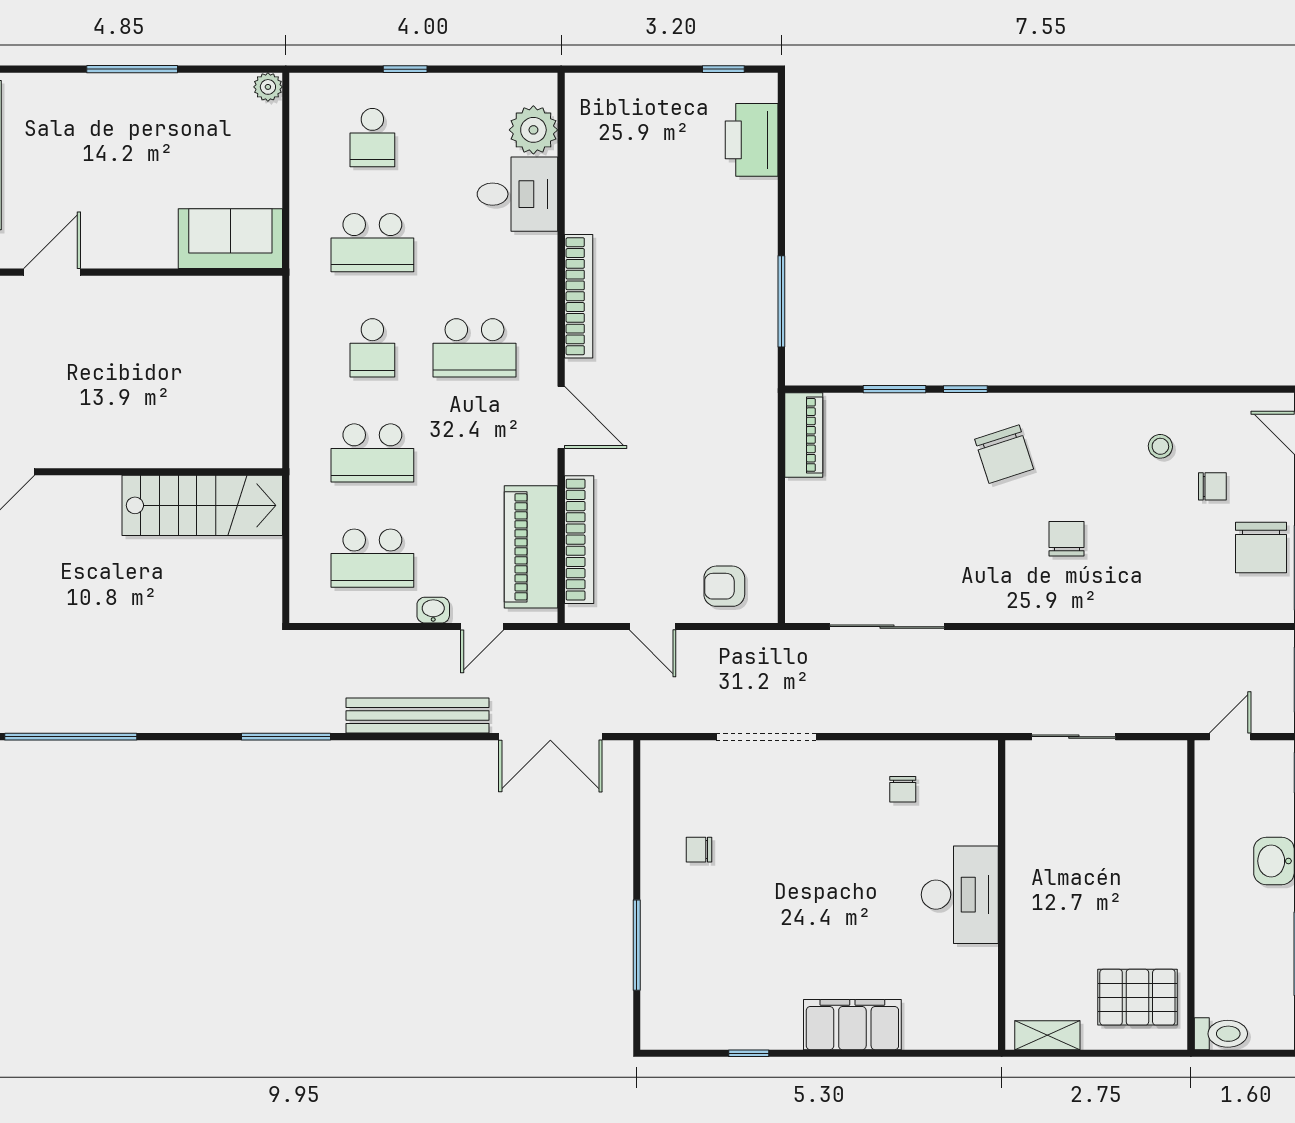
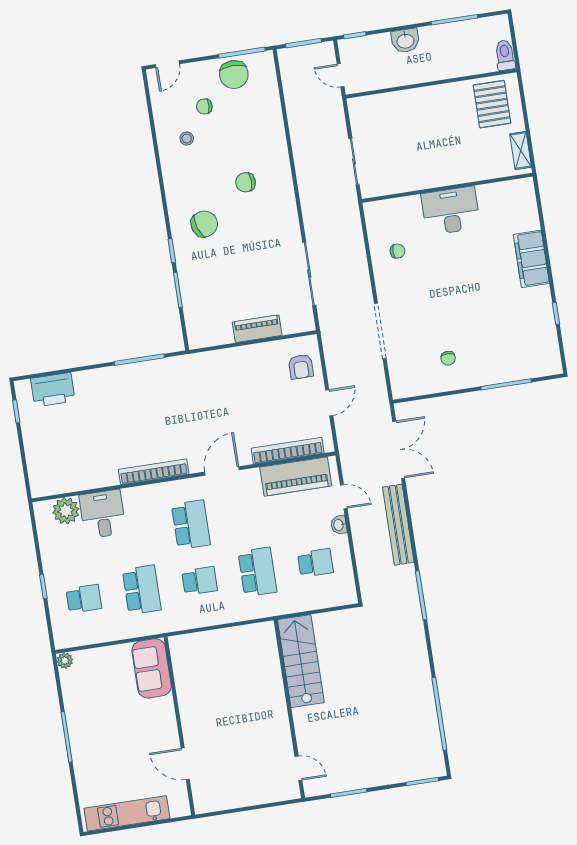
piano: (804, 435) -> (257, 329), moved
chair: (1212, 486) -> (204, 106), turned -87
chair: (1261, 548) -> (234, 75), turned 90
school desk: (372, 558) -> (315, 563), width x0.54

